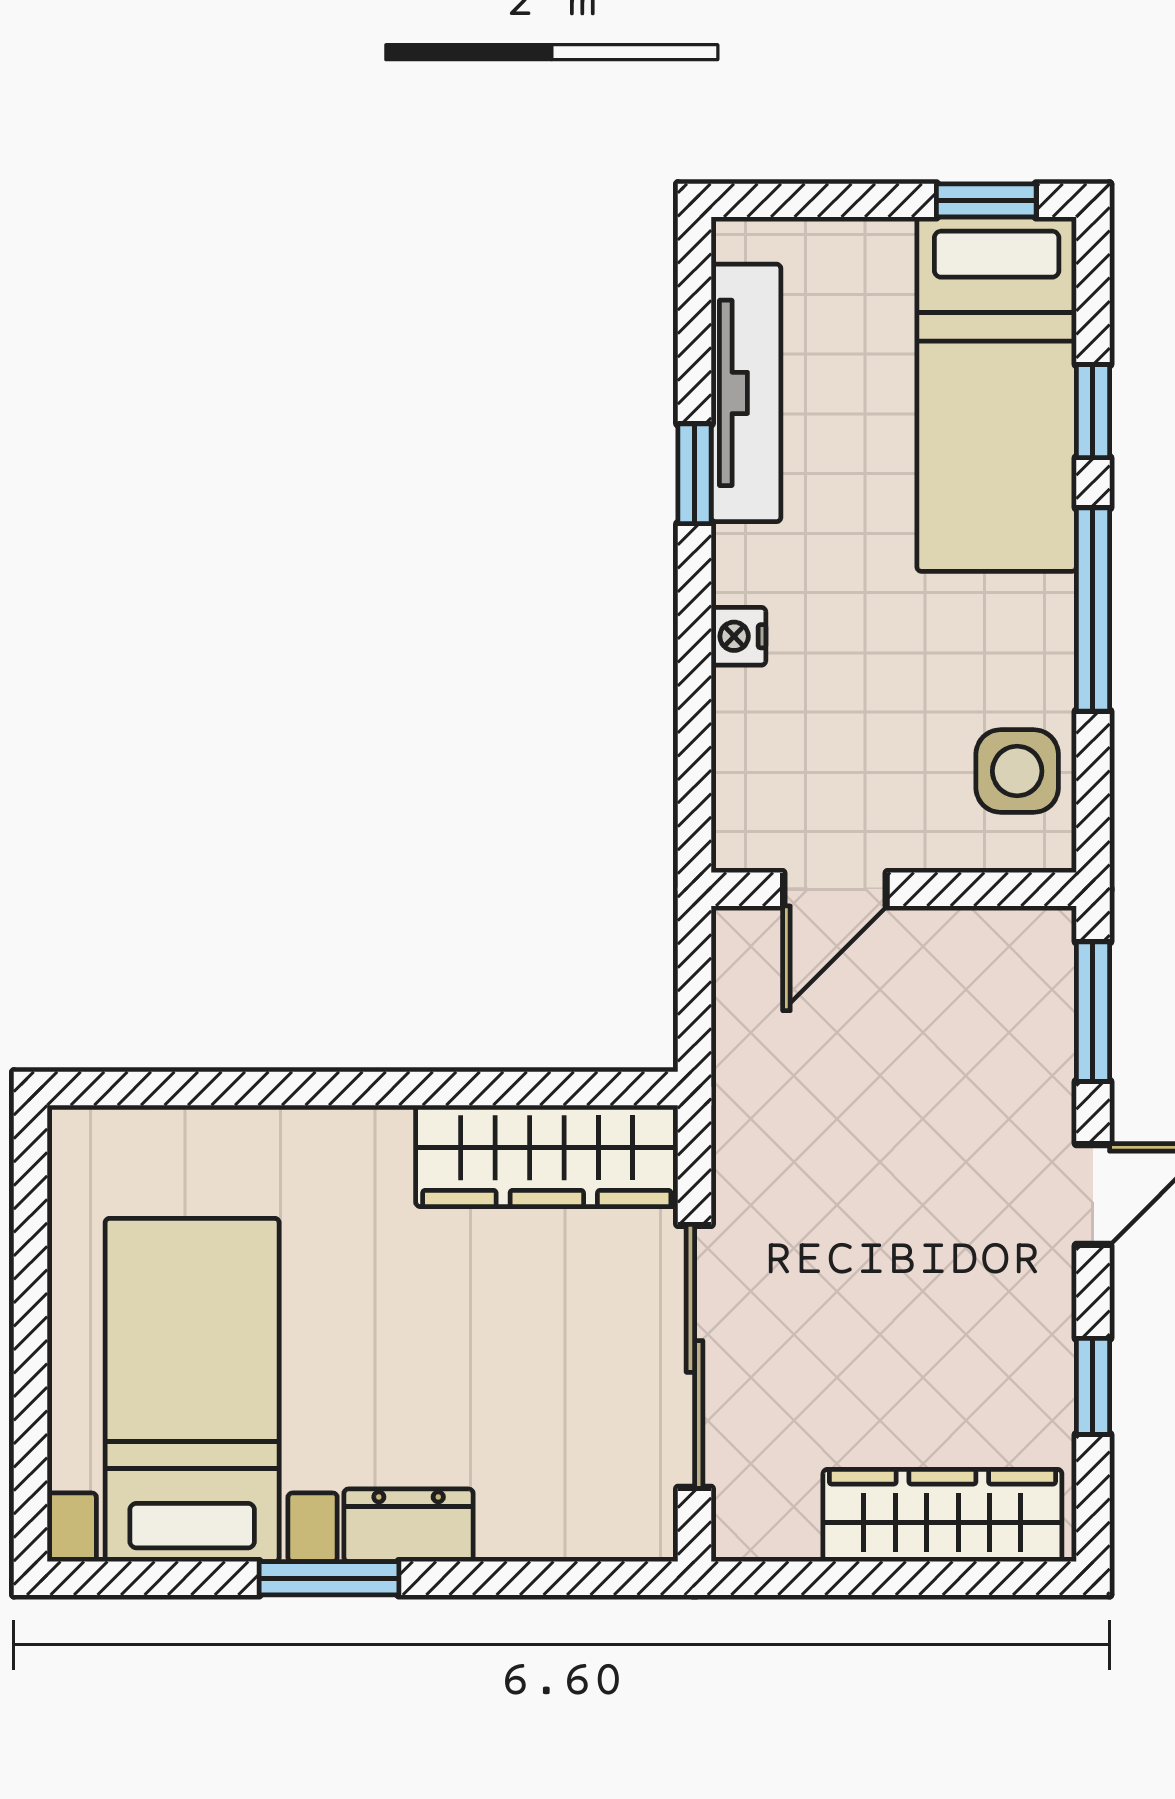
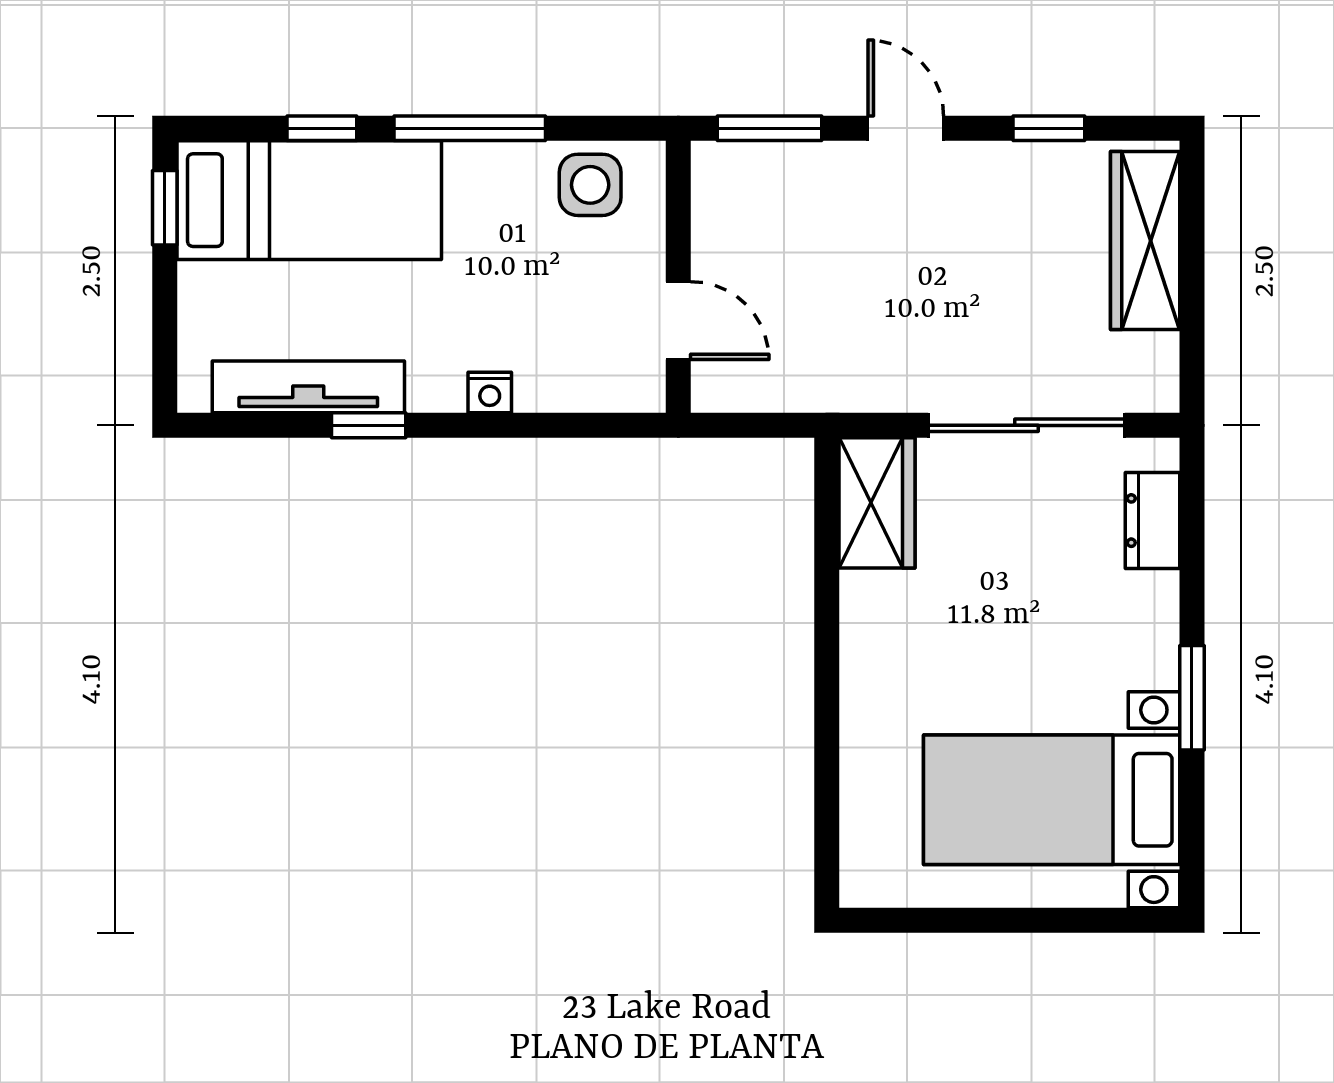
wardrobe: (547, 1156) -> (877, 503), width x0.67
dresser: (409, 1525) -> (1152, 521), moved

